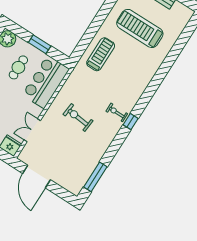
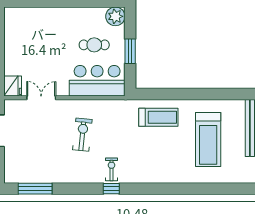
treadmill: (140, 28) -> (208, 140), turned 180

